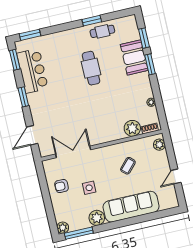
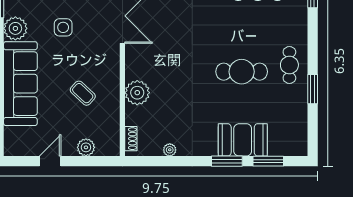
cafe table: (102, 31) -> (289, 65), moved
plant: (132, 128) -> (137, 93), moved
plant: (159, 145) -> (86, 147), moved
door: (176, 176) -> (50, 161), hinge flipped

